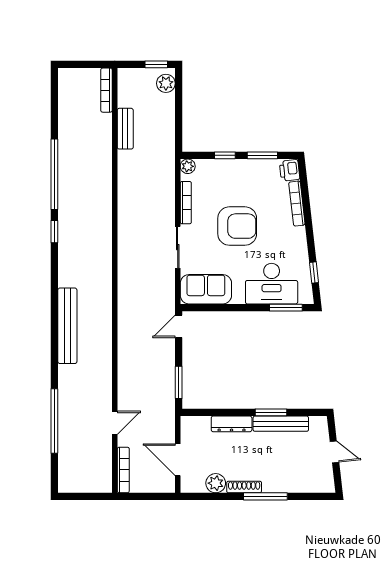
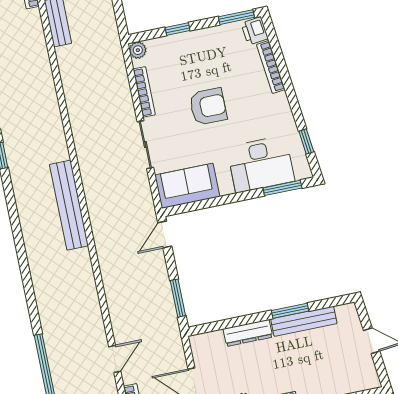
window: (262, 155) -> (236, 17), moved
armchair: (237, 226) -> (208, 107), width x0.73, depth x0.73
bench: (67, 326) -> (69, 205), moved

